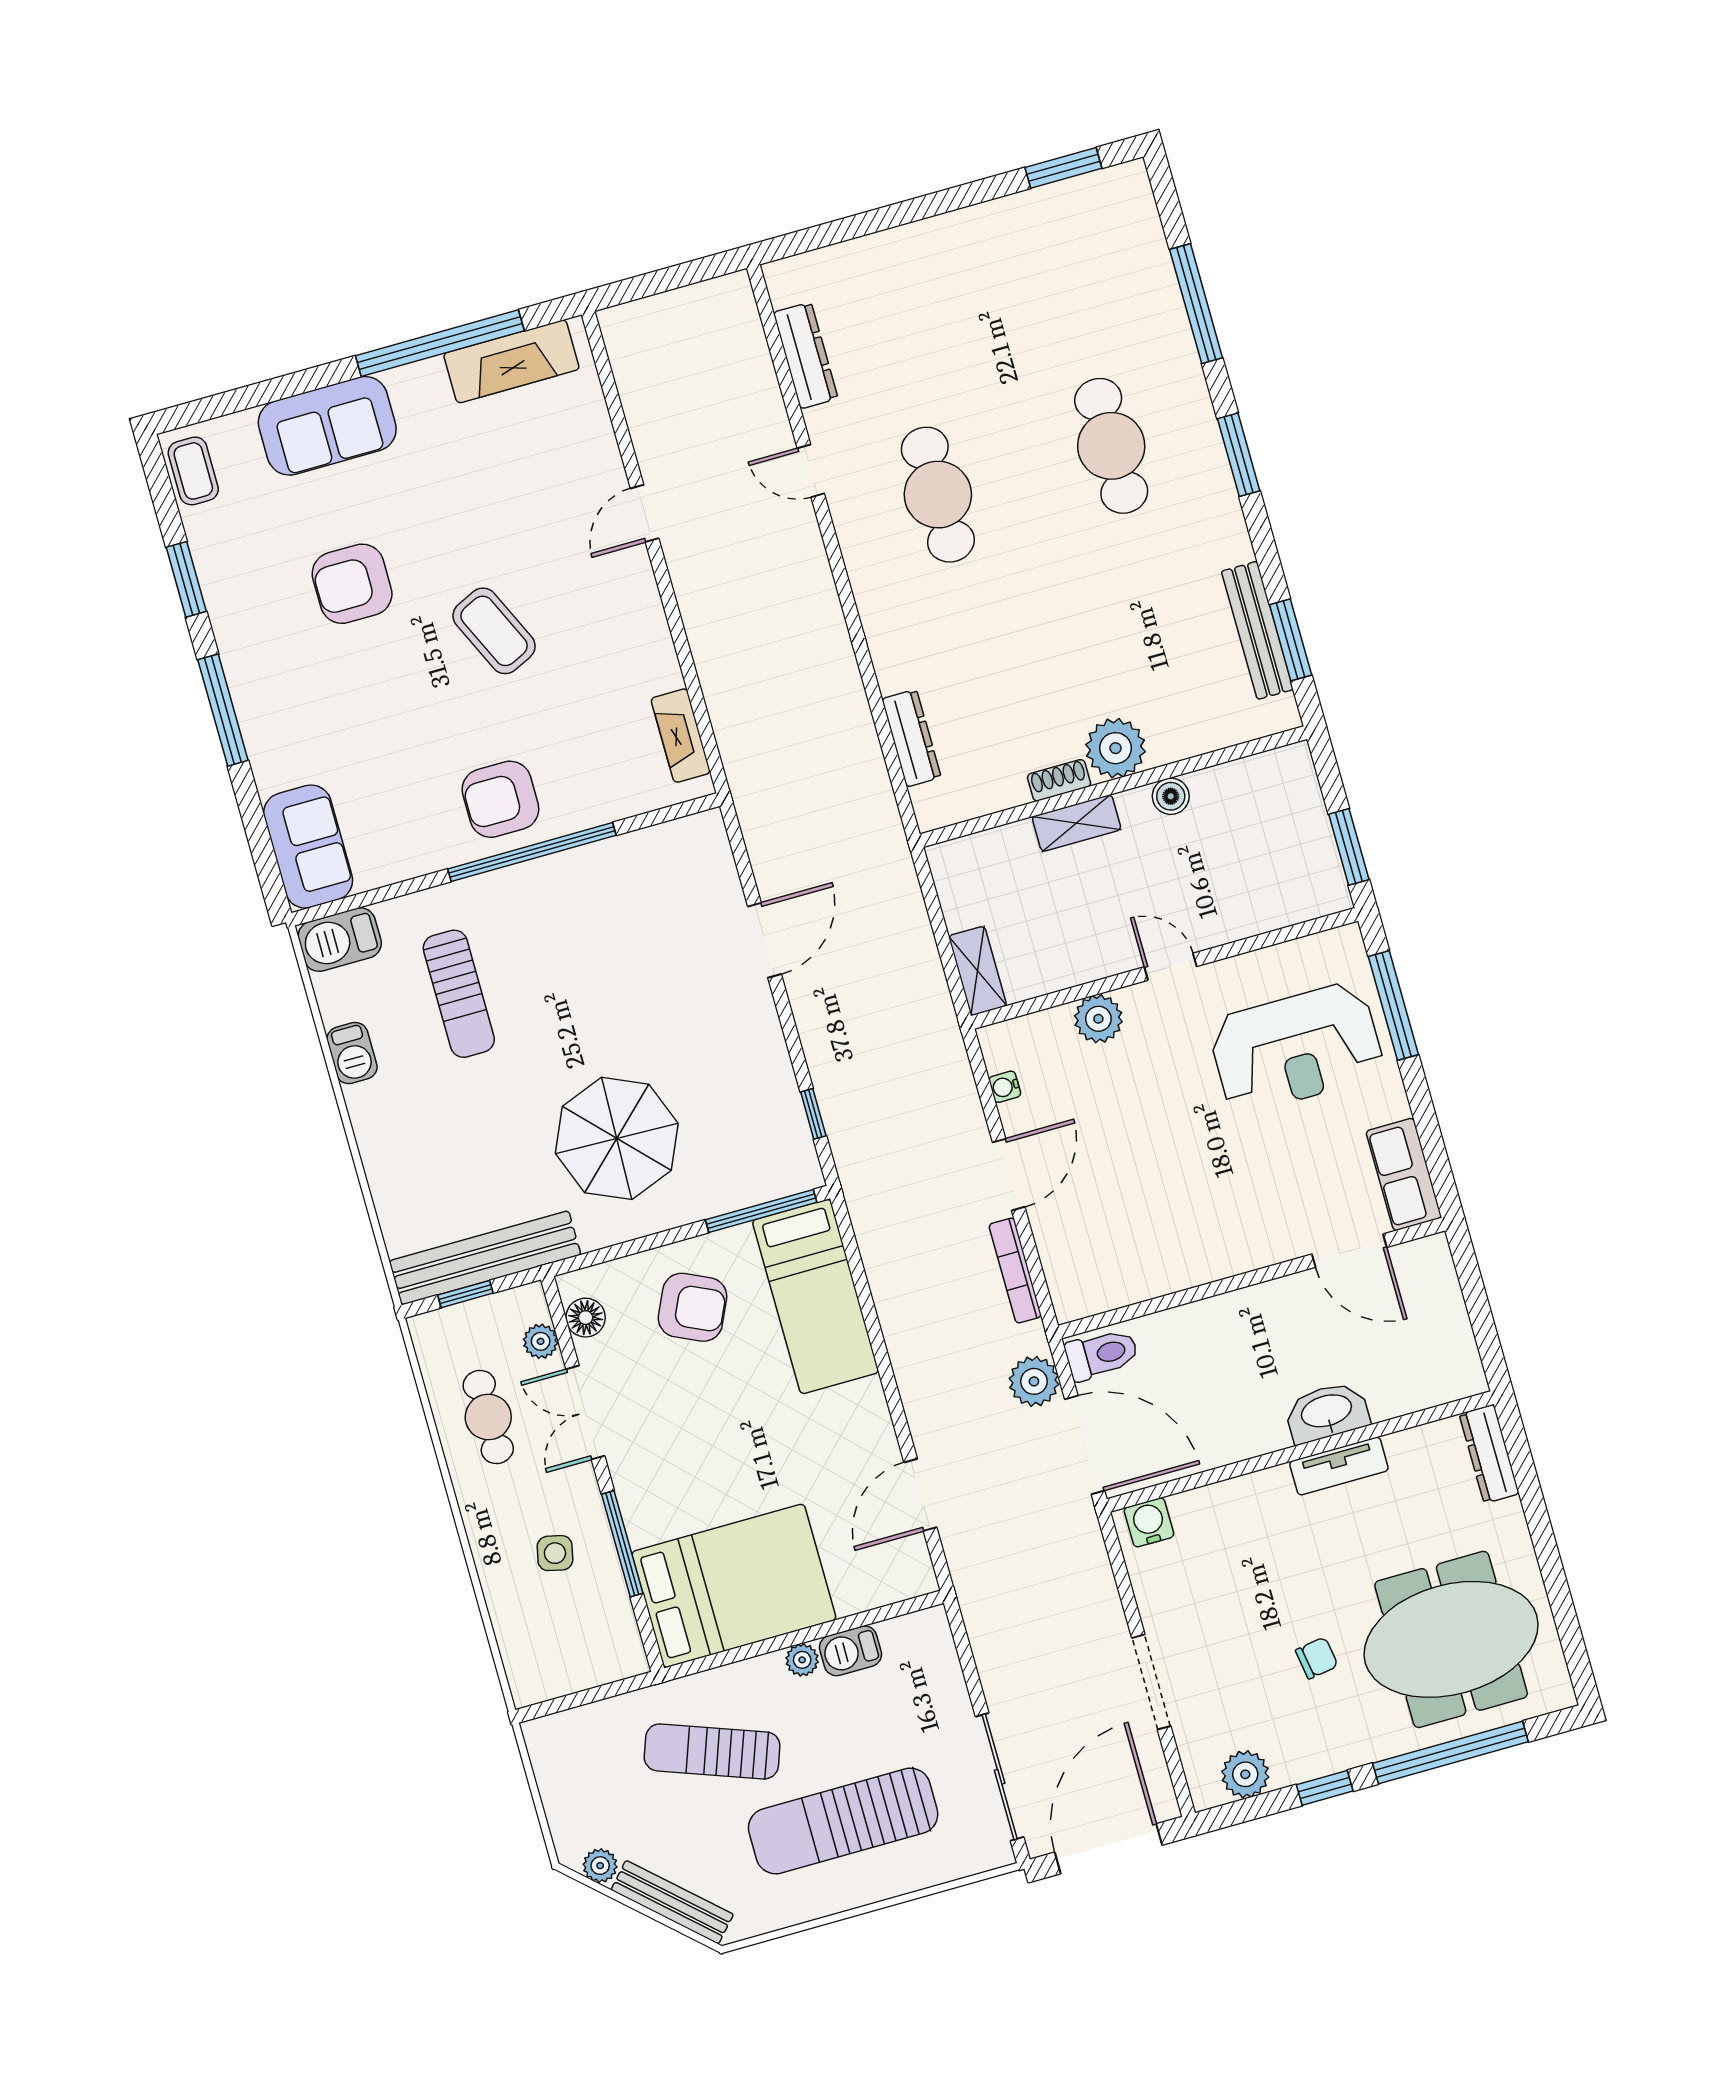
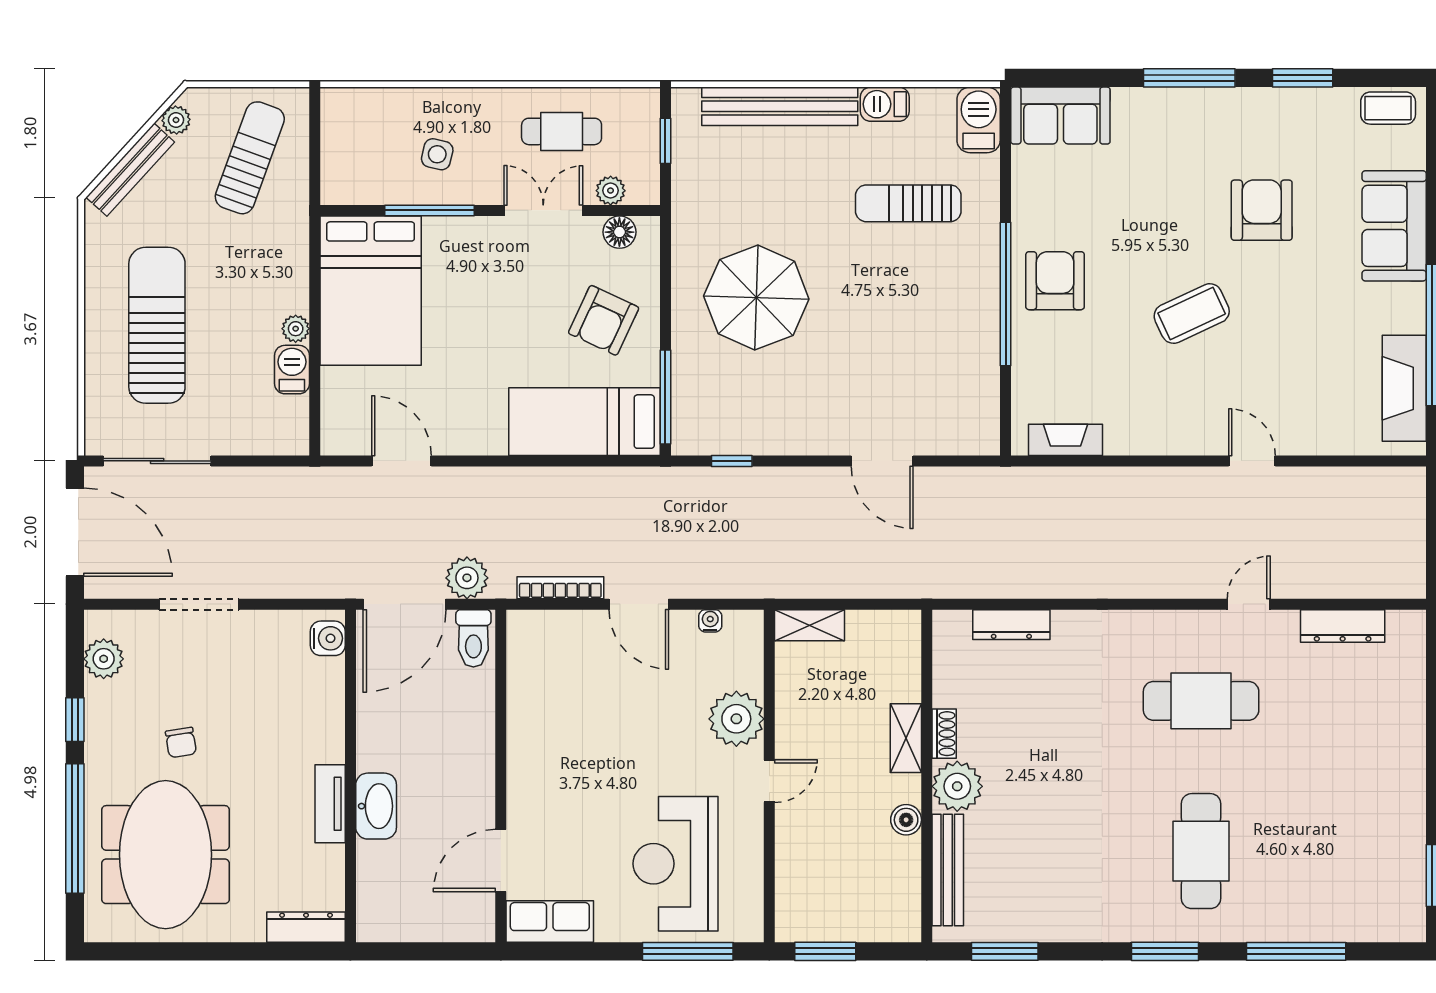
cafe table: (1111, 446) -> (1201, 851), turned 90
bench: (1257, 630) -> (948, 870), moved, turned 90
plant: (1098, 1019) -> (736, 719), width x1.36, depth x1.36
bench: (485, 1258) -> (780, 106), moved, turned 90
sun lounger: (712, 1751) -> (250, 158), moved

